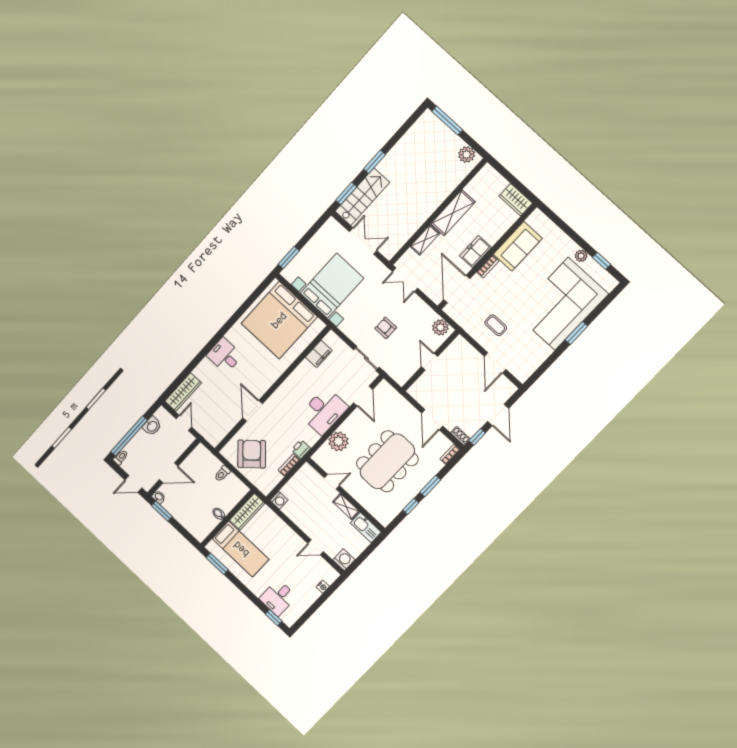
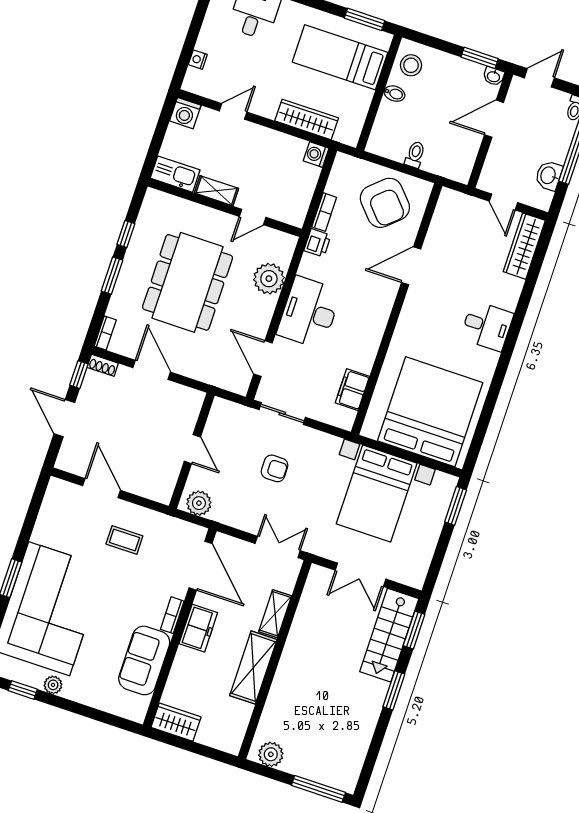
door: (253, 411) -> (411, 266), swing flipped
wardrobe: (247, 512) -> (307, 119), moved, turned 90
stool: (202, 525) -> (411, 65), added

